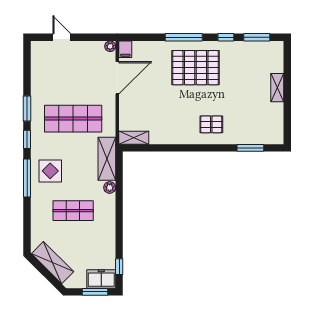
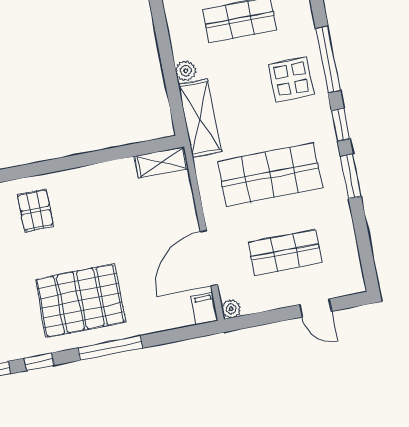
shop shelf: (73, 73) -> (285, 252), added
pallet: (211, 124) -> (35, 210), turned 90

